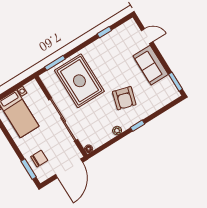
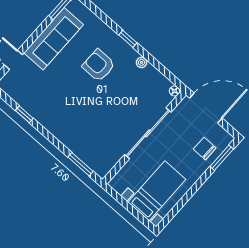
sofa: (151, 65) -> (54, 39), width x1.36
rug: (79, 81) -> (94, 127), removed
armchair: (124, 98) -> (99, 65), turned -106

